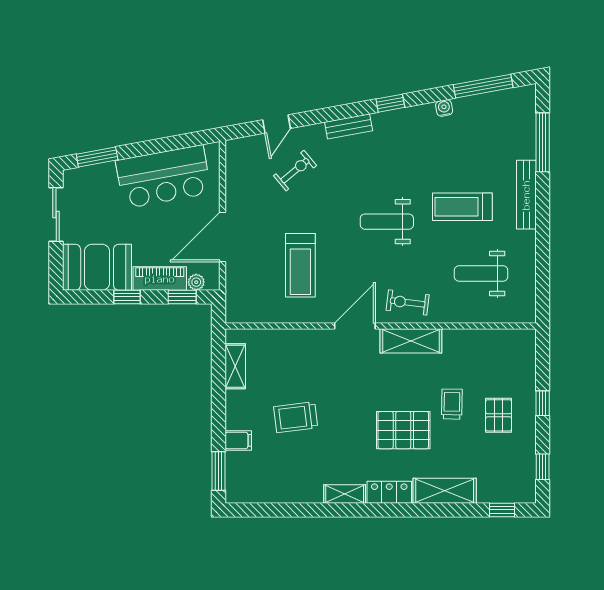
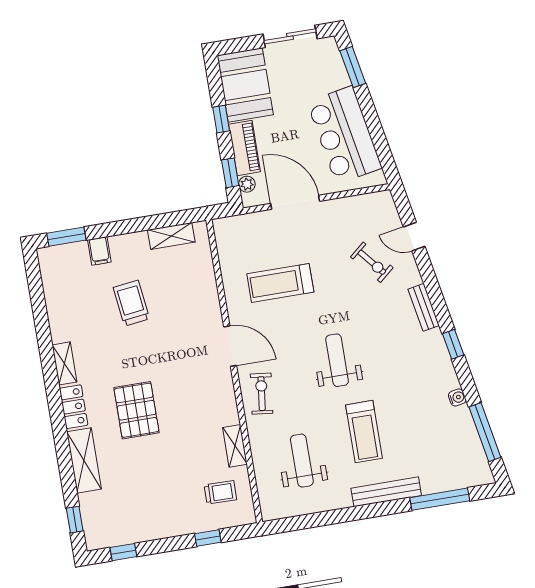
treadmill: (462, 207) -> (364, 432), turned 180
shelving: (411, 341) -> (235, 446), moved, width x0.67, depth x0.75
window: (543, 403) -> (208, 538), moved
trolley: (452, 404) -> (220, 492), moved
pallet: (499, 415) -> (166, 501), removed

